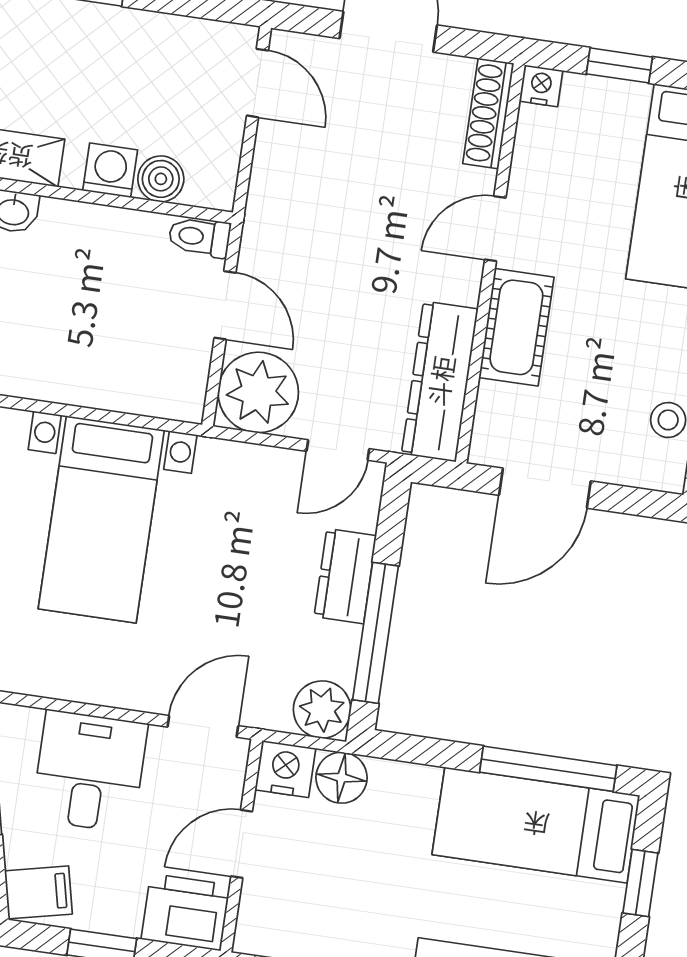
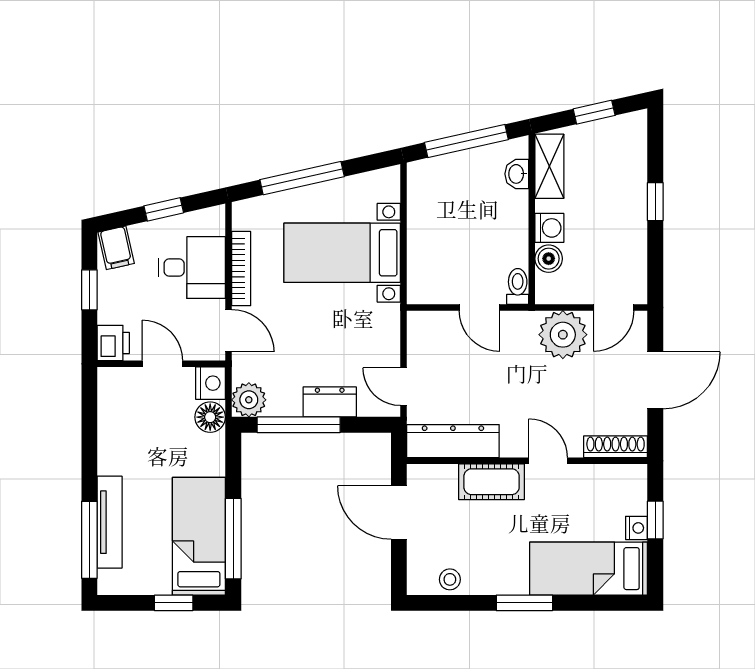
nightstand: (541, 86) -> (636, 528), moved
door: (225, 305) -> (479, 307), hinge flipped
plant: (258, 392) -> (563, 335), moved
bookcase: (103, 690) -> (241, 269), added
printer: (186, 912) -> (113, 343), width x0.73, depth x0.81

